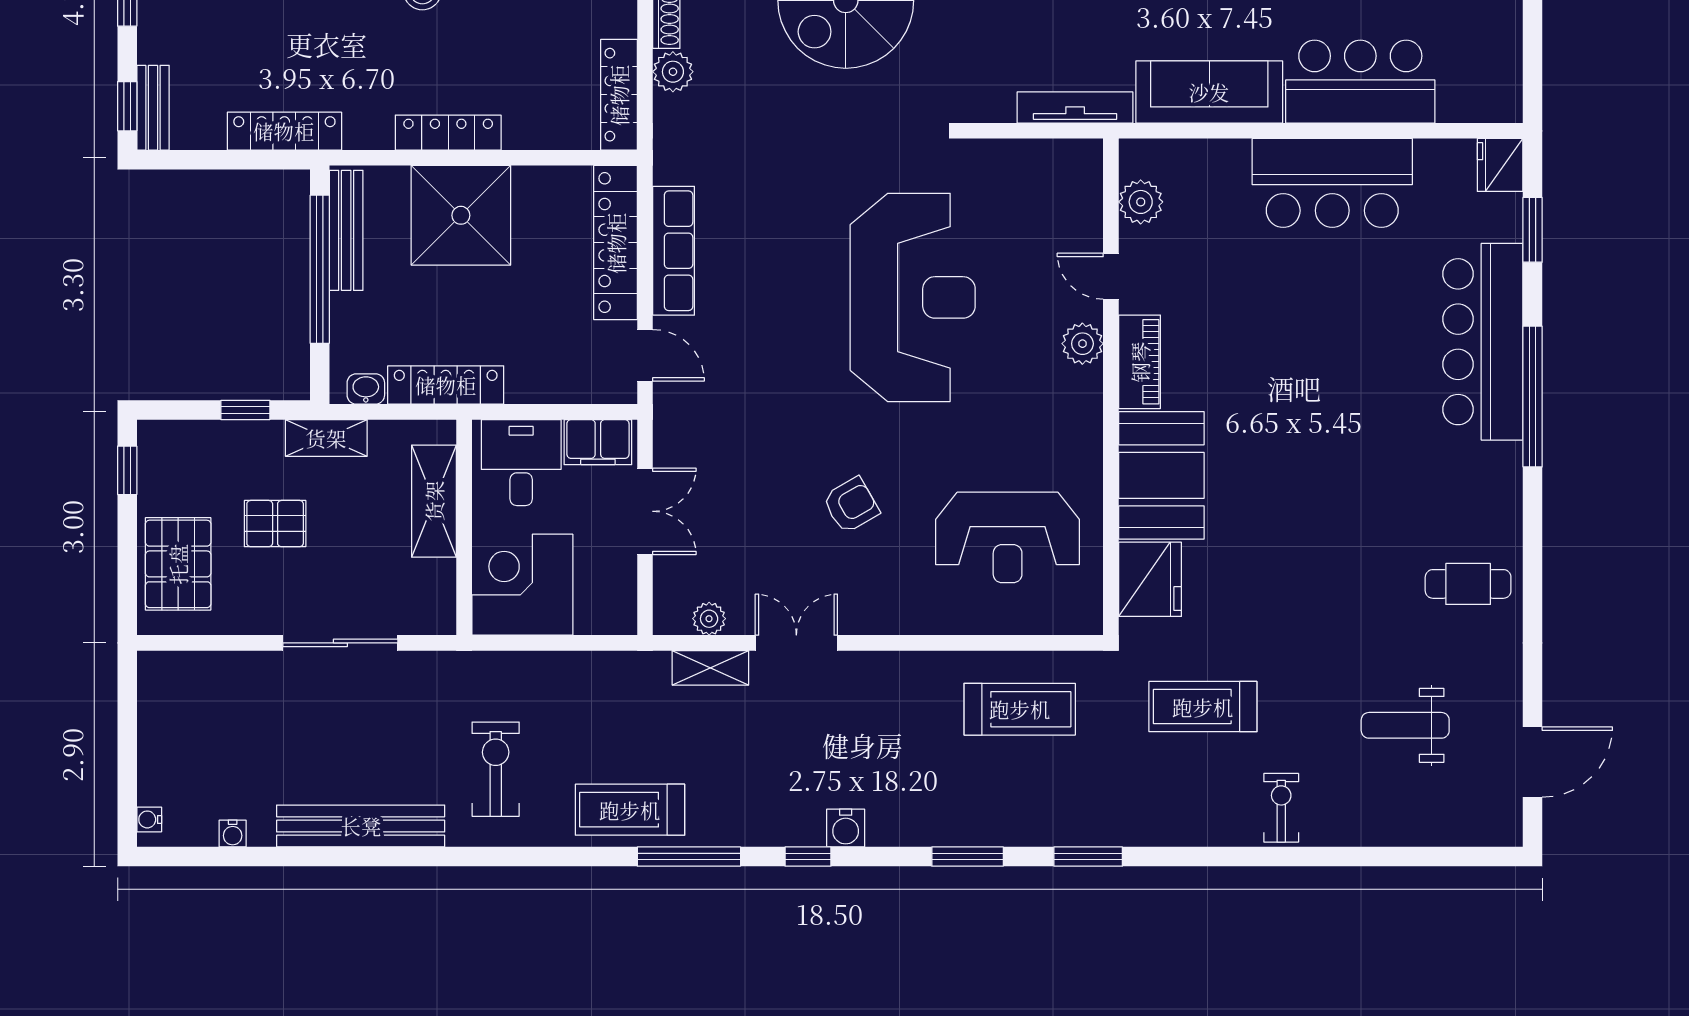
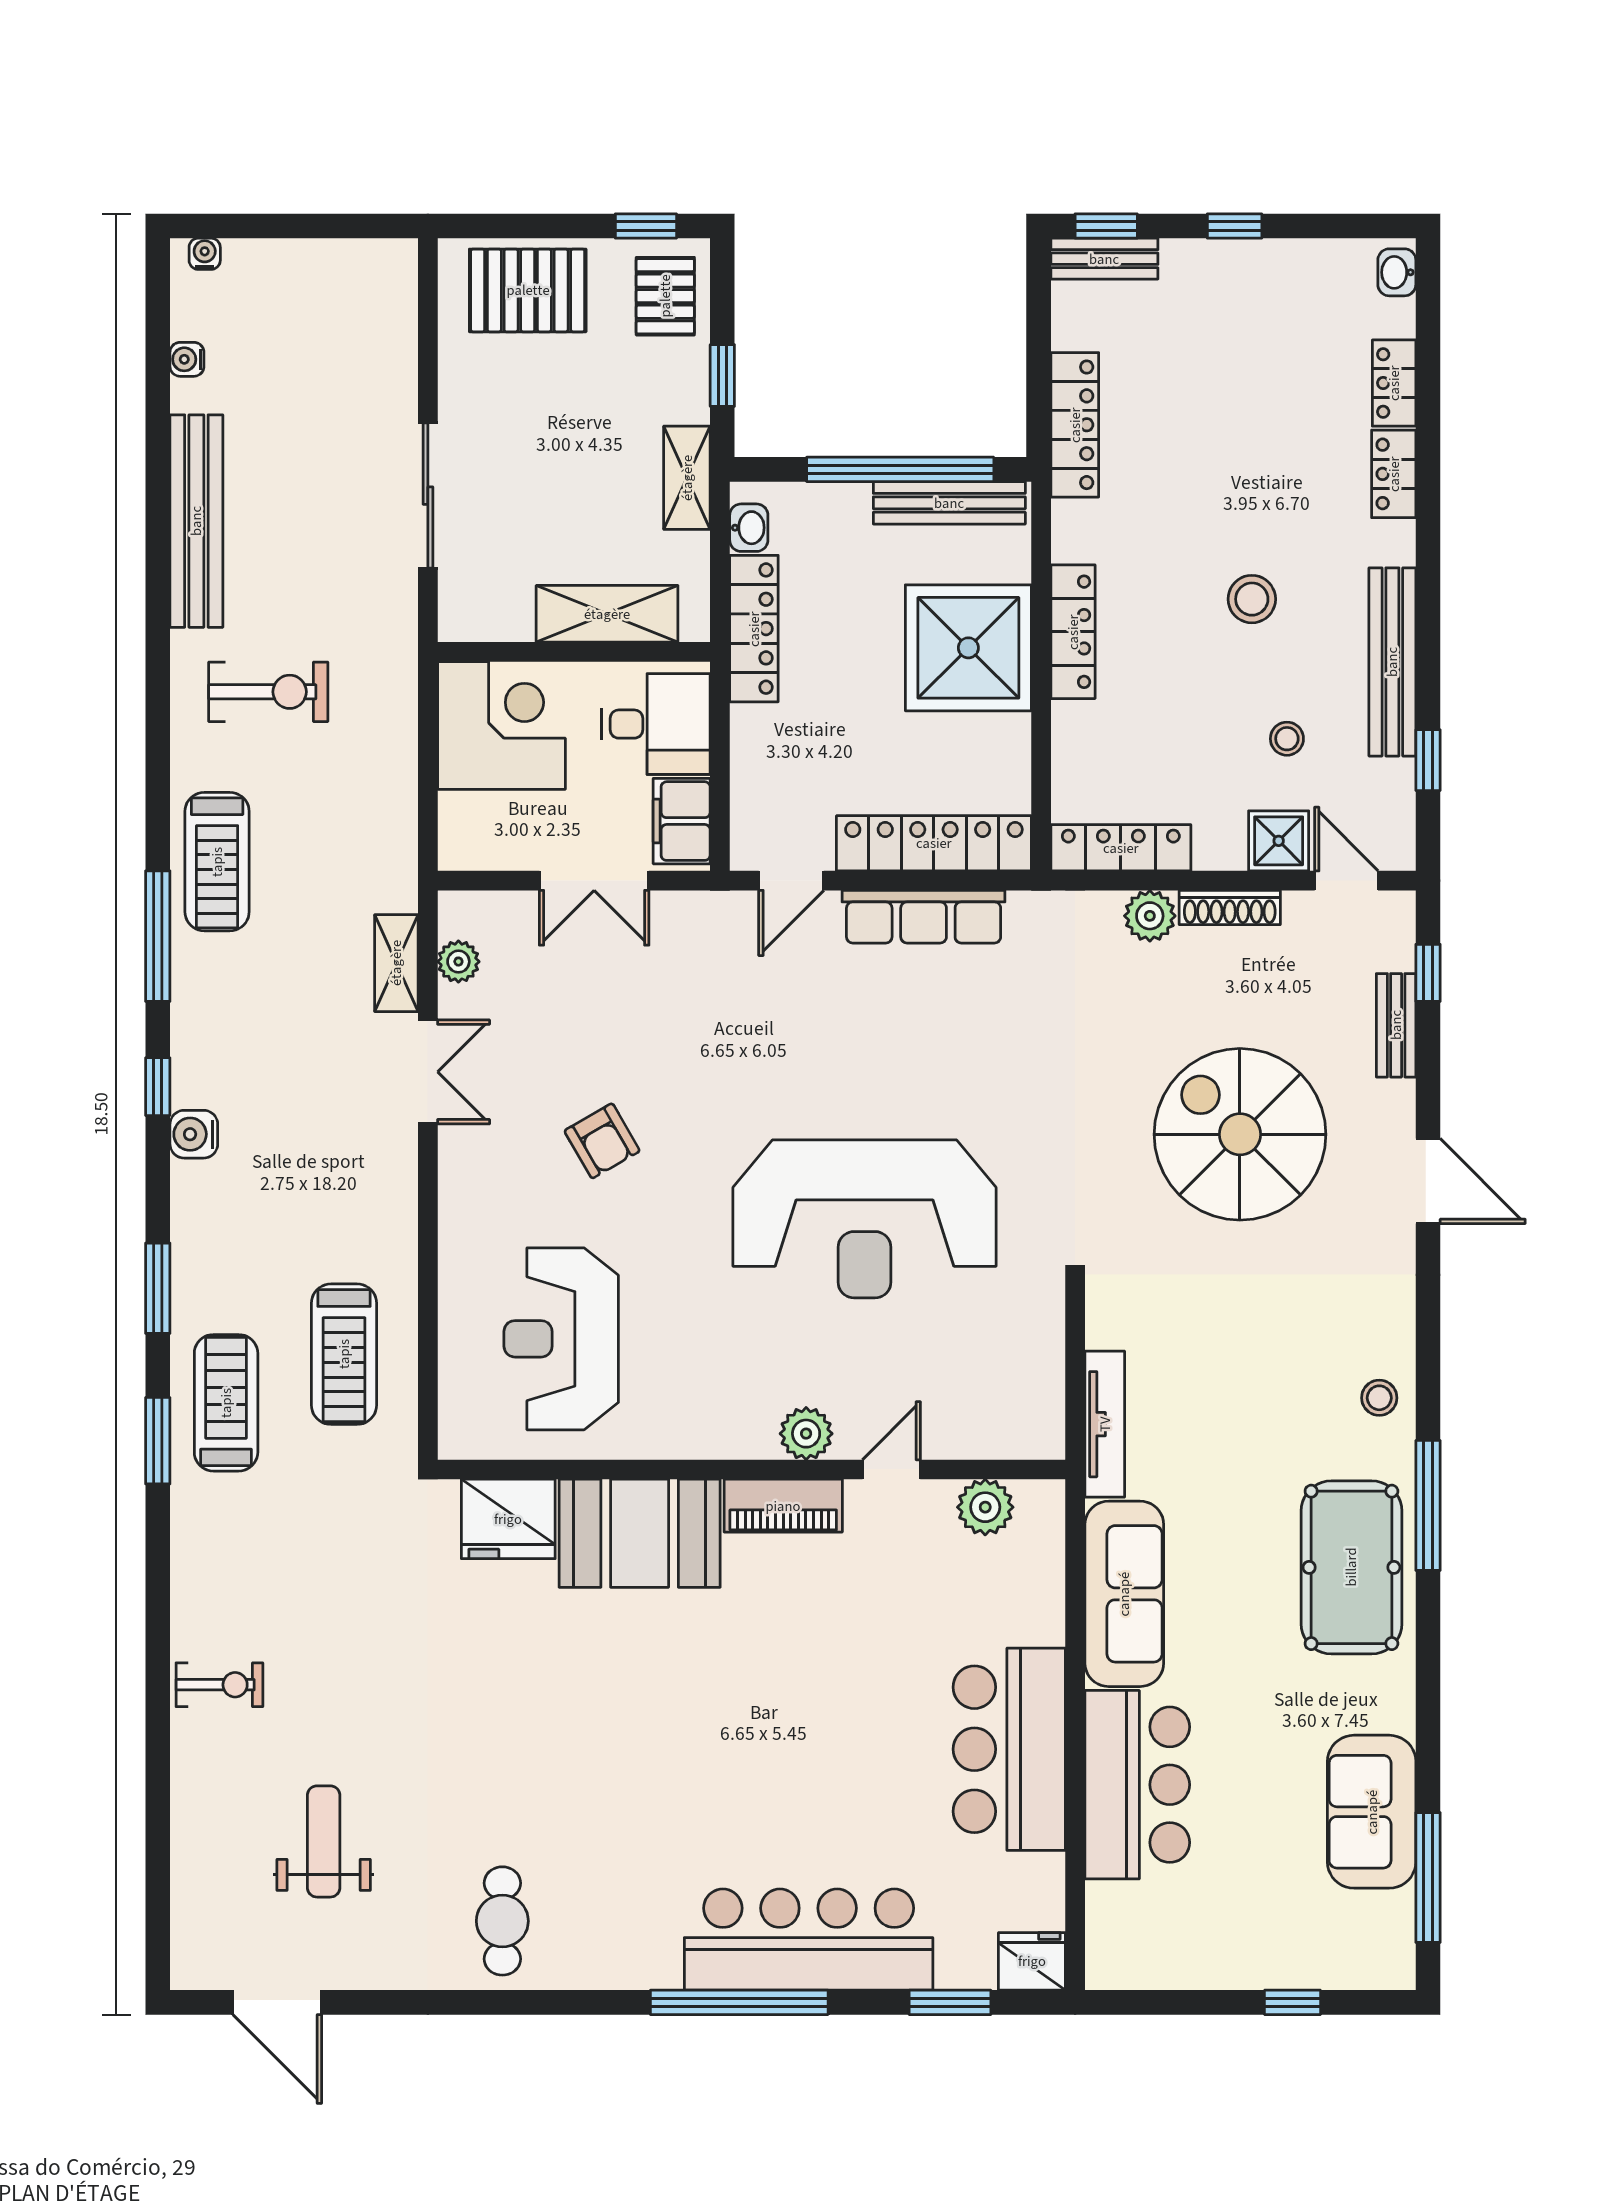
pallet: (275, 524) -> (665, 296), moved
treadmill: (1203, 707) -> (226, 1403), moved
treadmill: (630, 810) -> (217, 862), turned 180

